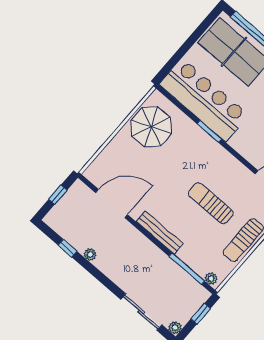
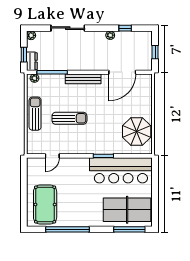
dresser: (198, 299) -> (32, 61), added
sliding door: (141, 312) -> (68, 28), moved

